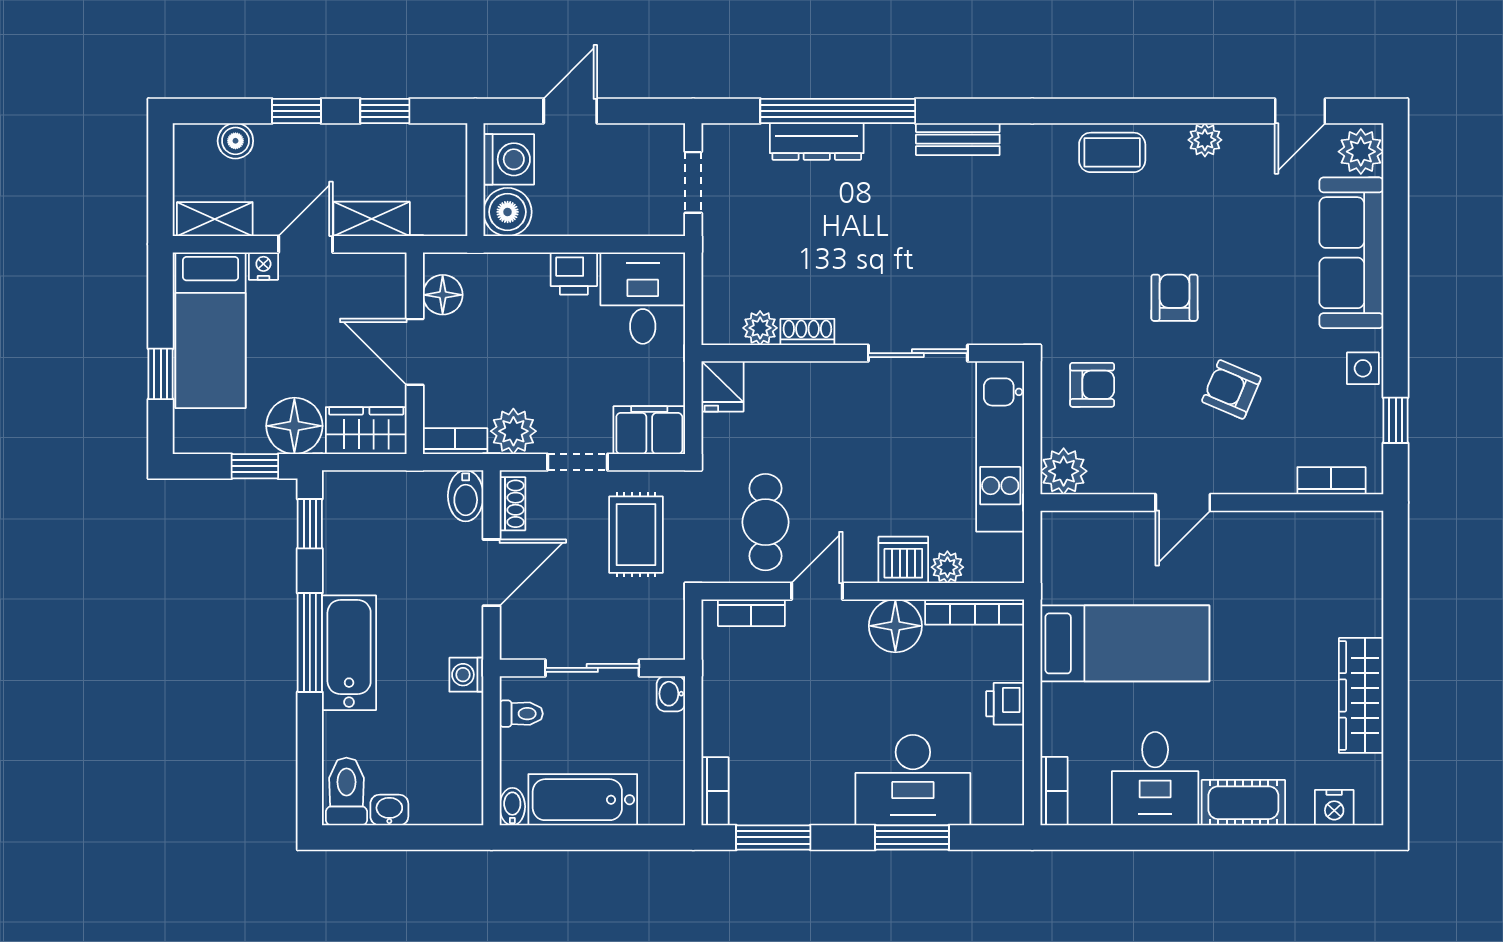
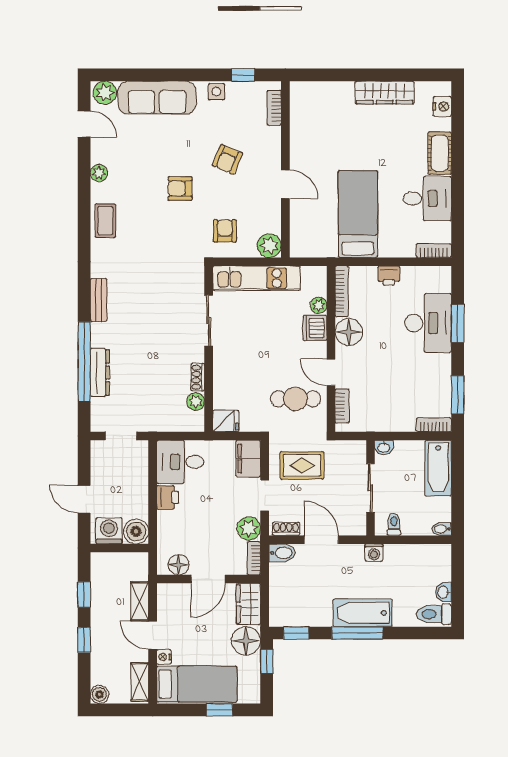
boiler: (235, 141) -> (99, 694), moved
bathtub: (583, 800) -> (438, 468), moved

